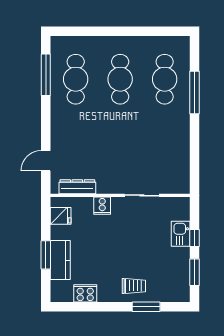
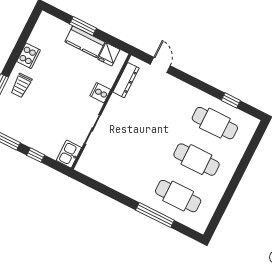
window: (46, 75) -> (231, 100), width x0.46
kitchen sink: (181, 234) -> (69, 154), moved, turned -90
kitchen counter: (60, 260) -> (85, 42), moved
cooker: (85, 293) -> (29, 56), moved

